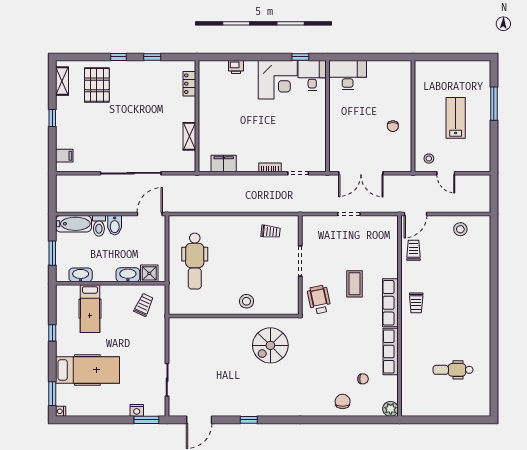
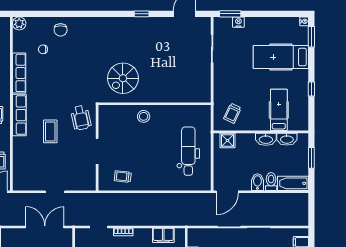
washbasin: (128, 275) -> (266, 139), moved
spiral stairs: (270, 345) -> (123, 78), turned 180

